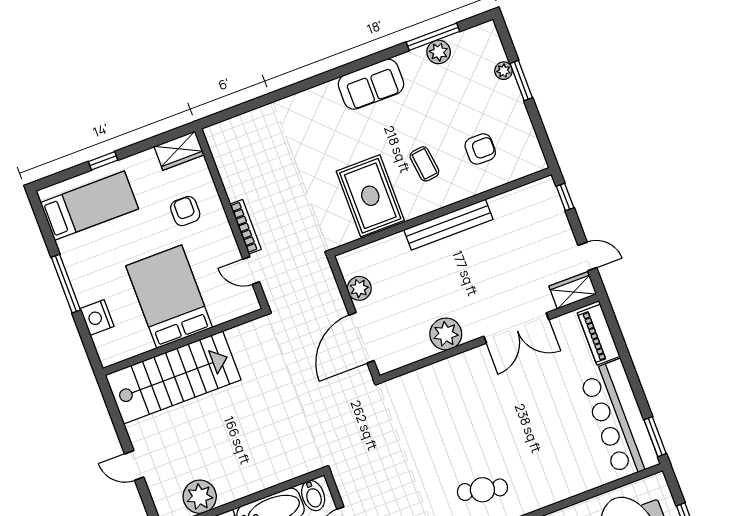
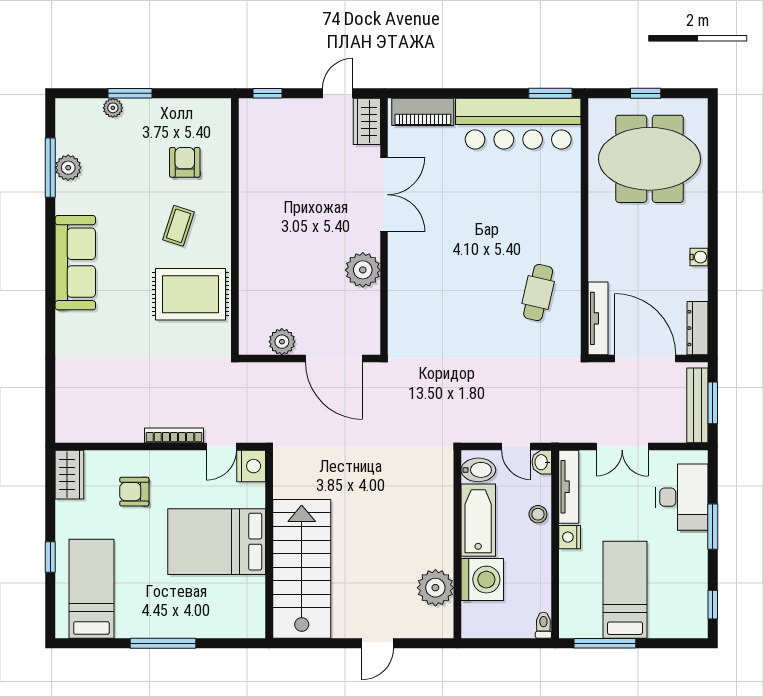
sofa: (371, 84) -> (75, 263), width x1.36
coffee table: (424, 164) -> (179, 226), turned -65
bench: (448, 225) -> (251, 225), removed
nightstand: (97, 318) -> (251, 466), moved, turned -90

